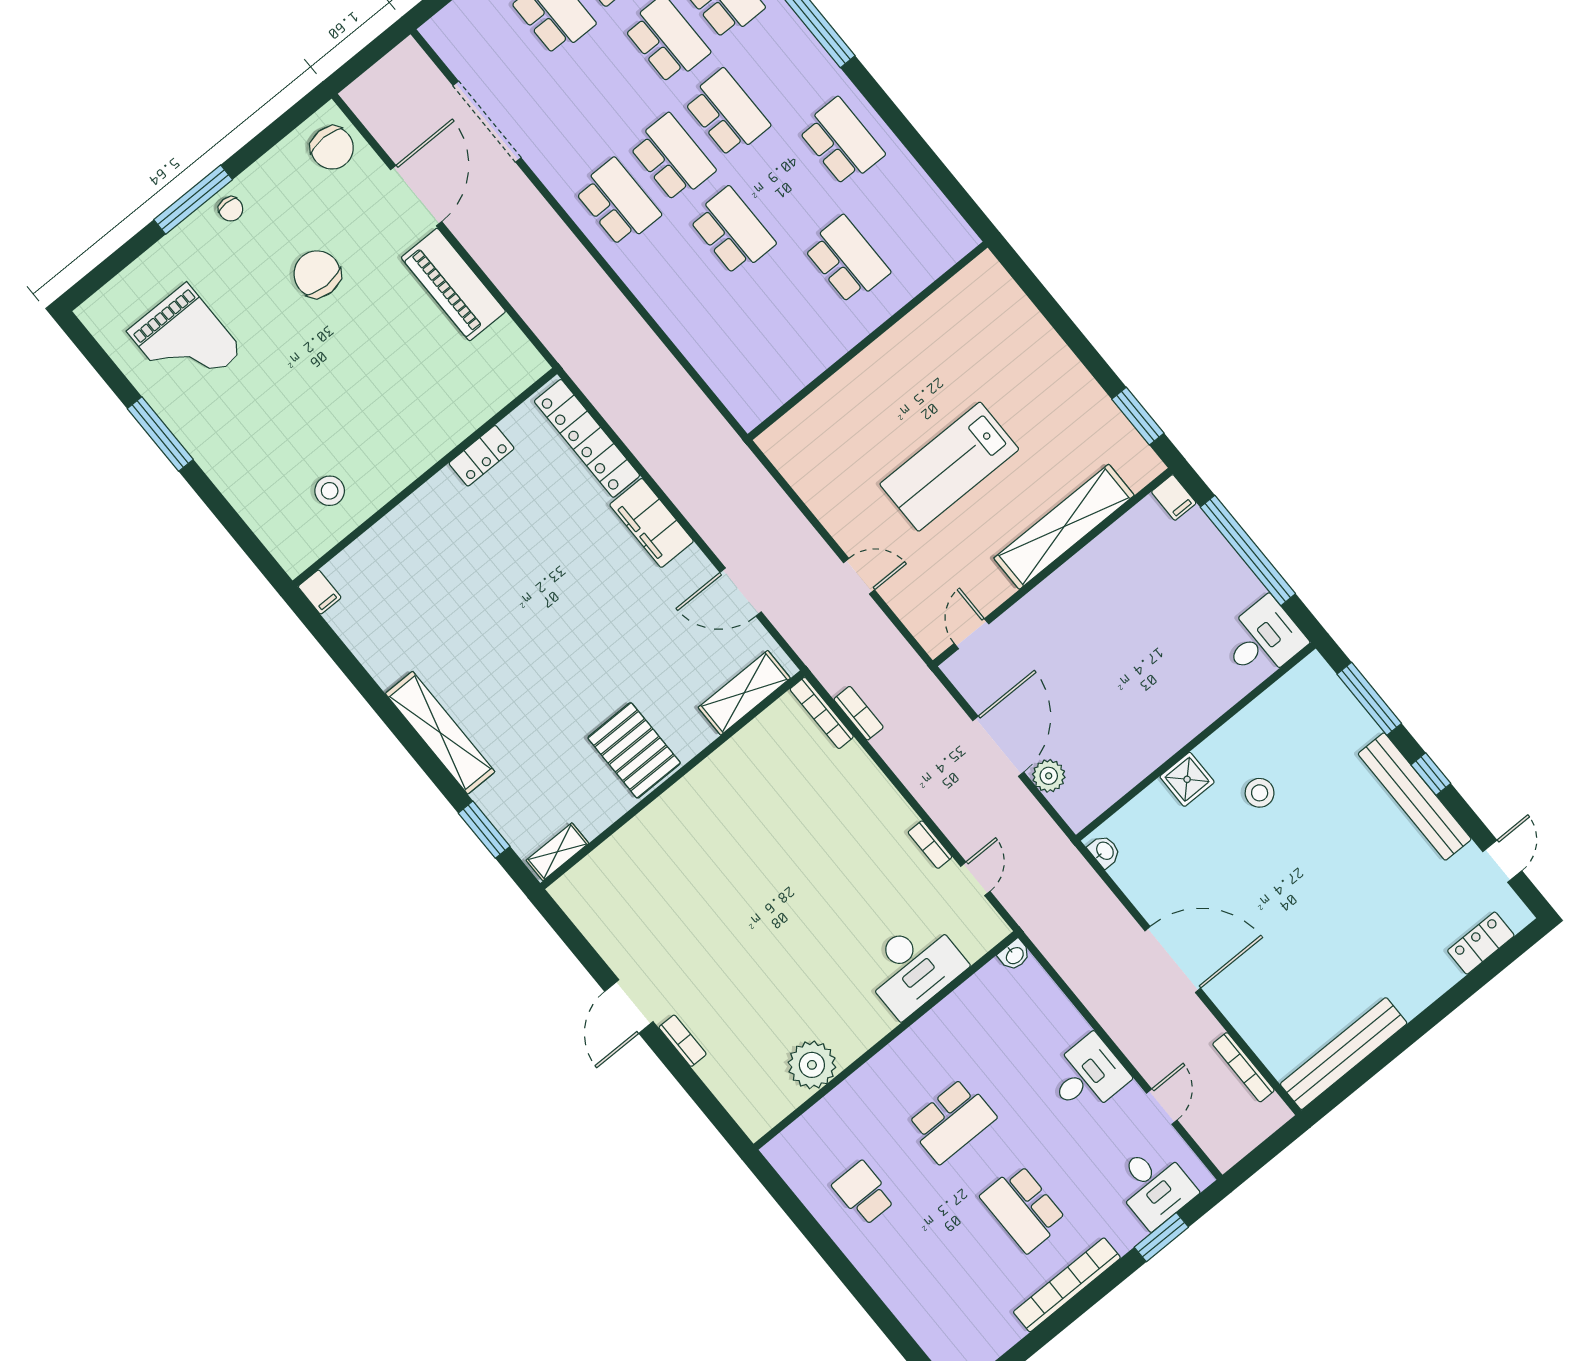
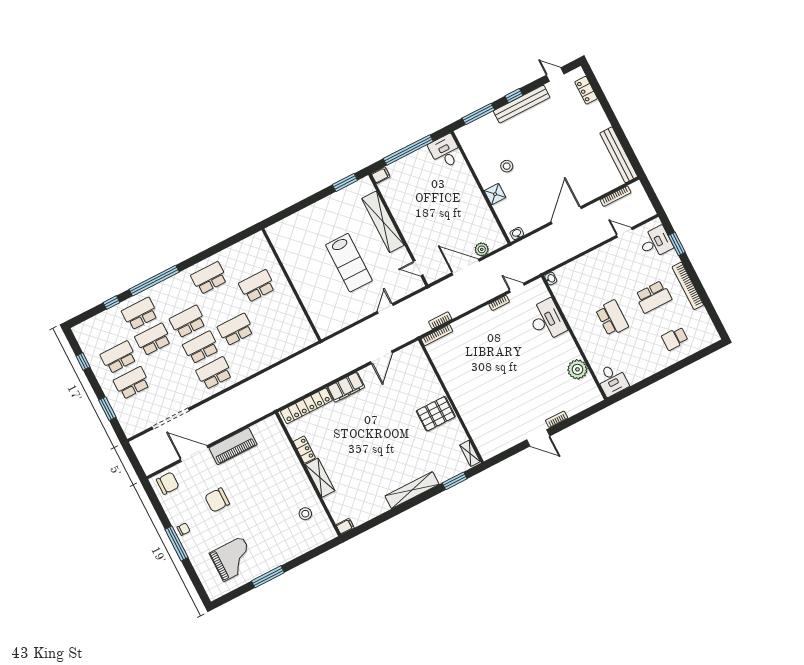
shelving: (744, 693) -> (320, 478), moved
desk: (1087, 1076) -> (612, 380), moved, turned 180
school desk: (863, 1193) -> (675, 338), moved

